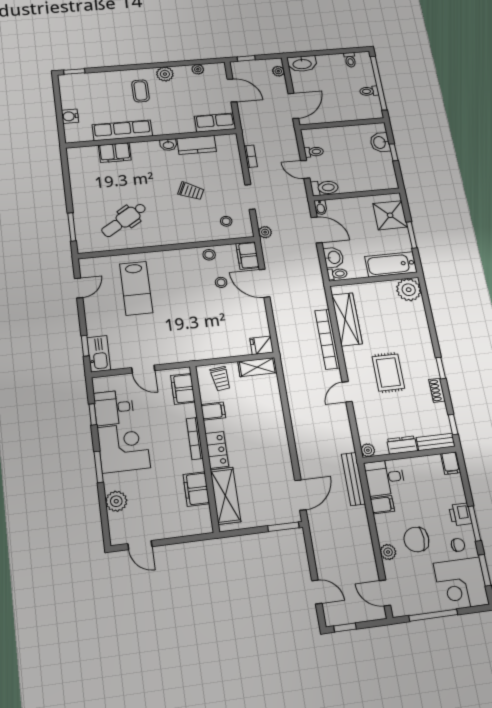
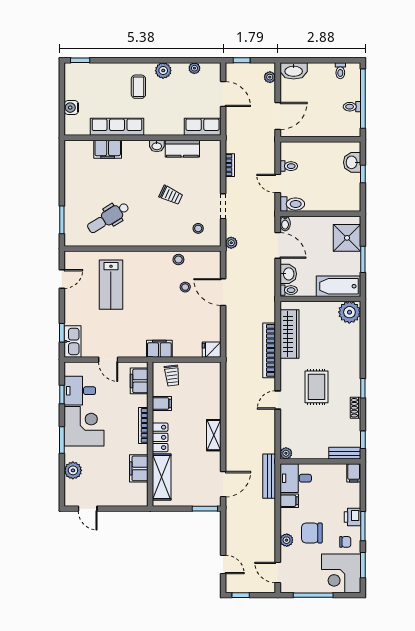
filing cabinet: (248, 255) -> (159, 349), moved, turned 90
shelving: (257, 367) -> (214, 435), moved, turned 90
dresser: (402, 445) -> (316, 452), removed

